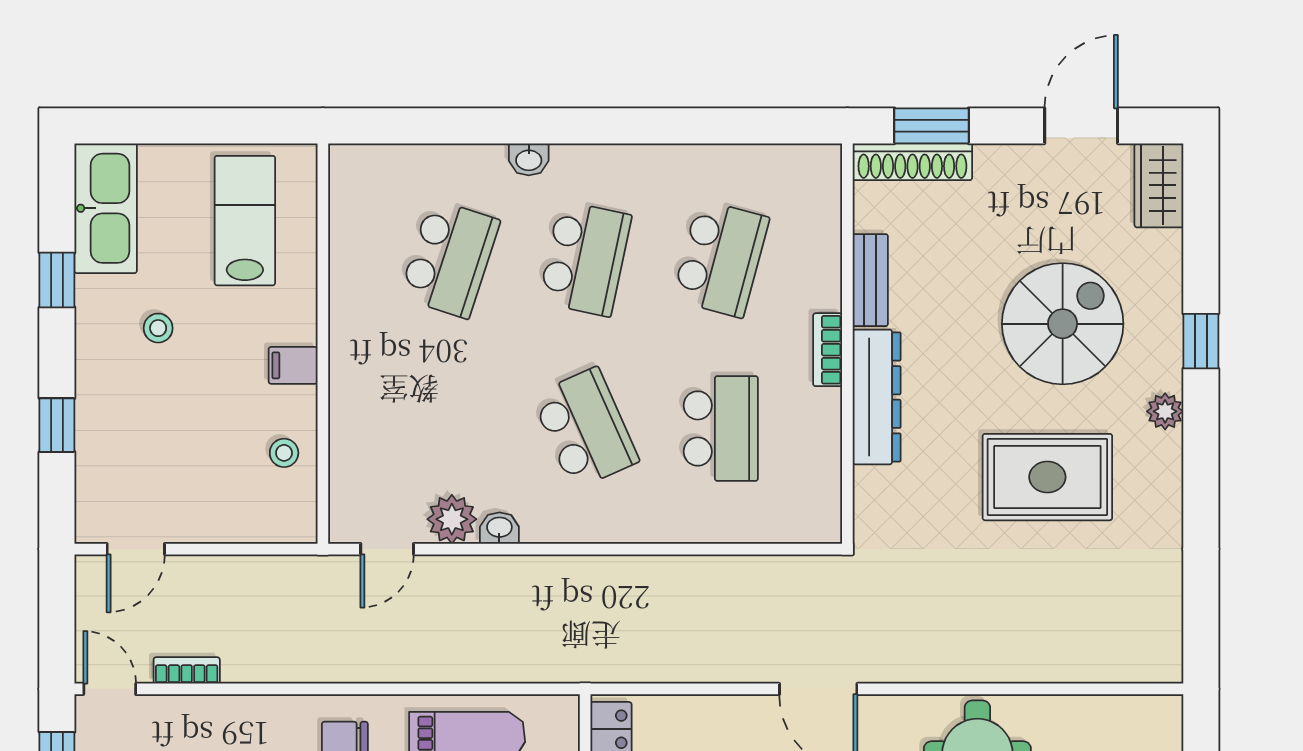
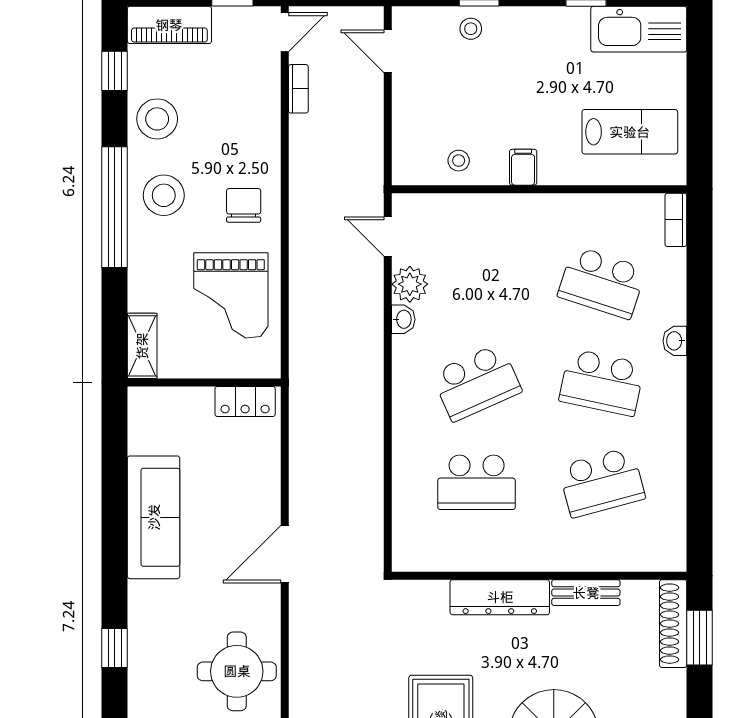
school desk: (721, 259) -> (602, 482), turned -30
stool: (158, 328) -> (471, 29), moved
bookcase: (828, 350) -> (676, 220), moved, turned -90

